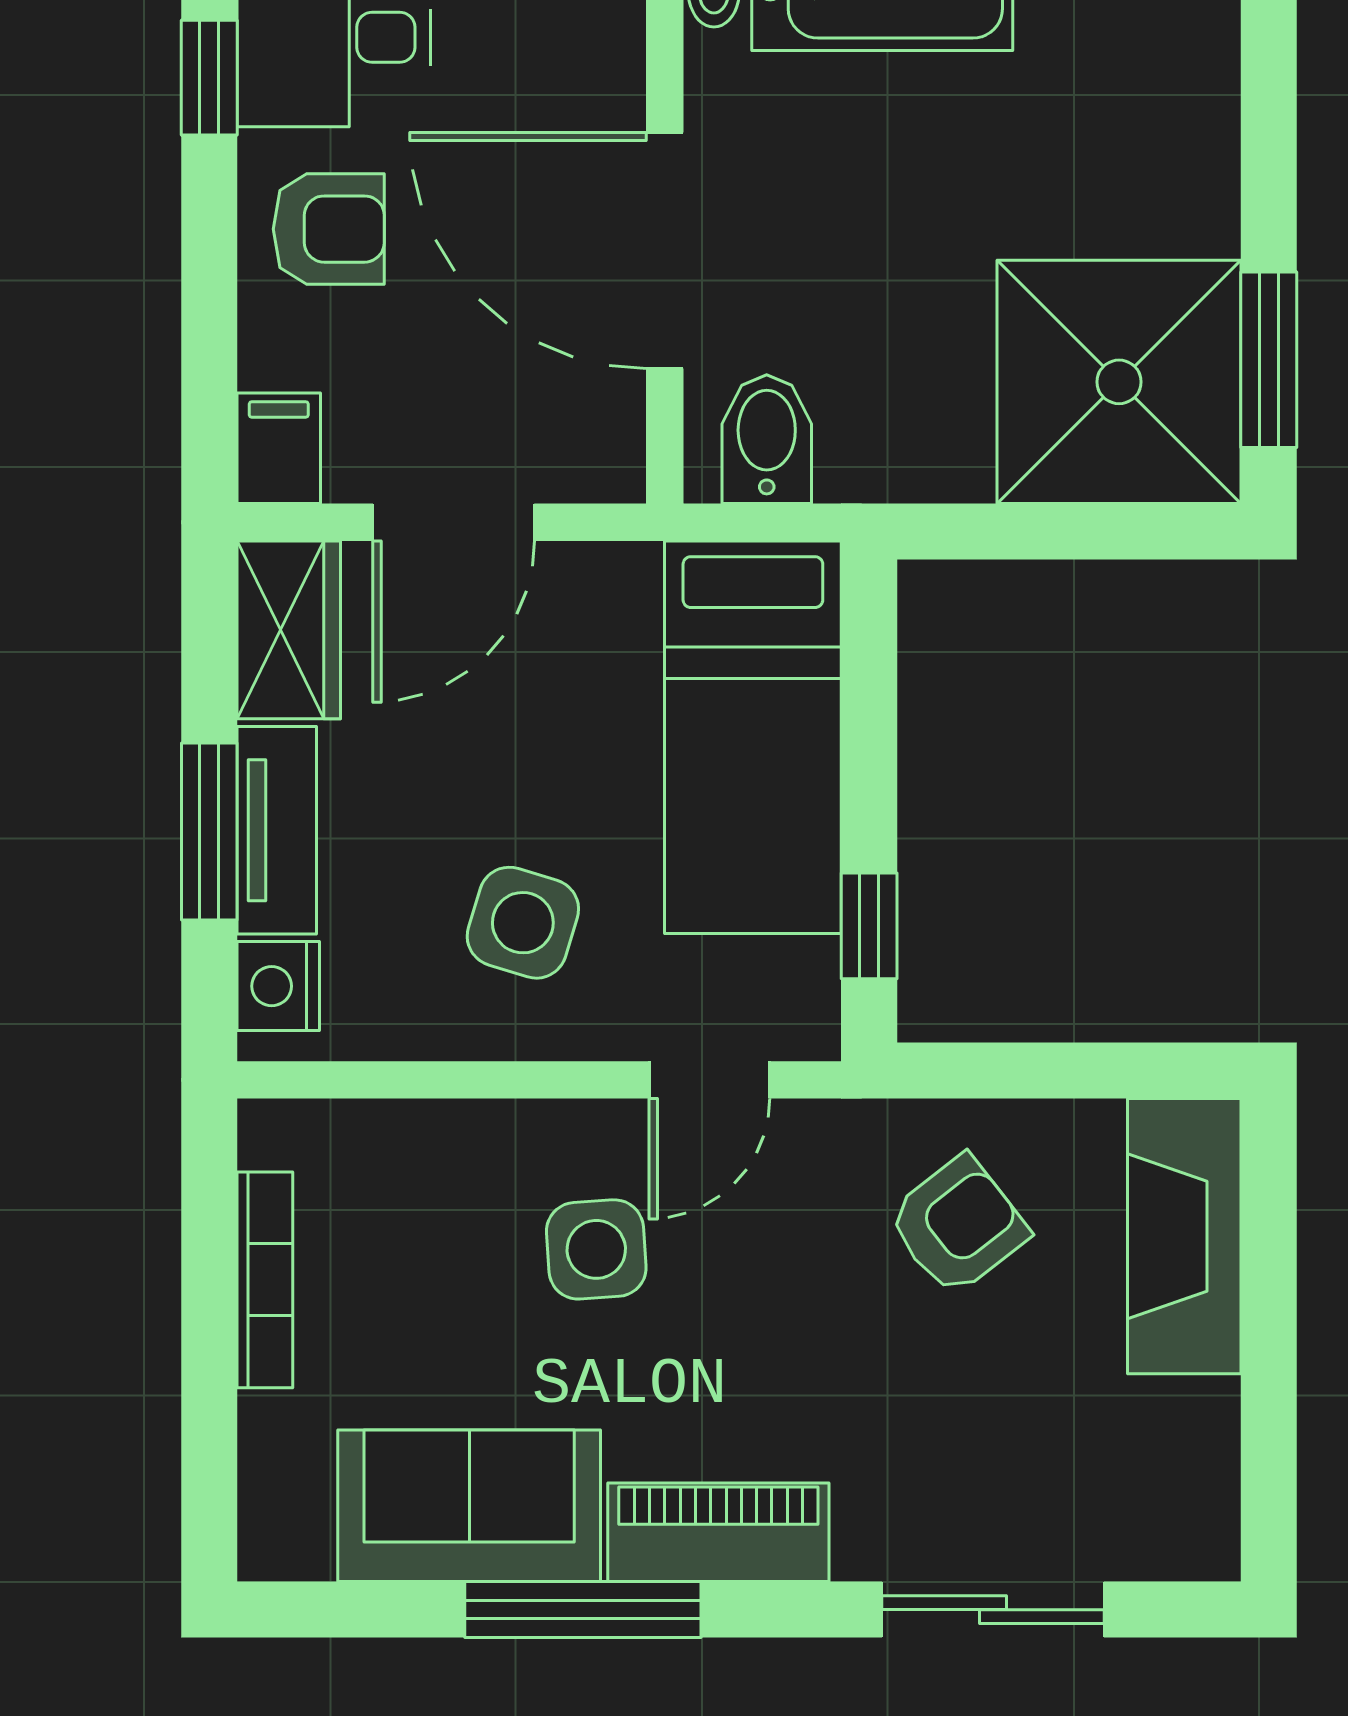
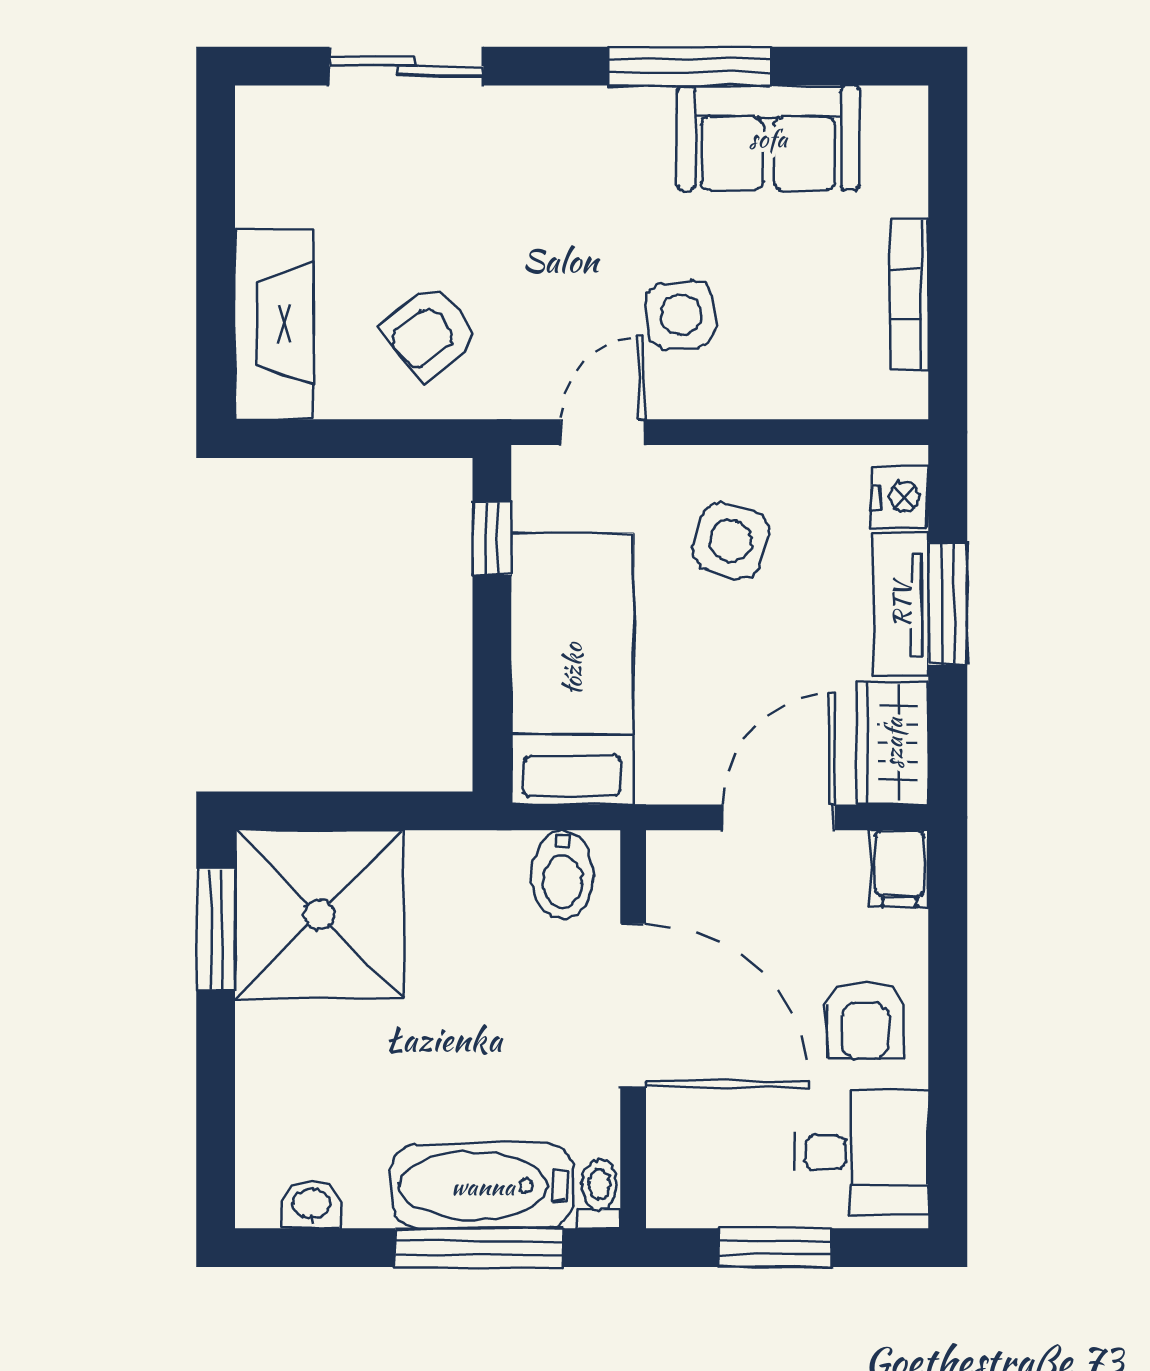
window: (209, 78) -> (948, 1125), removed
armchair: (329, 229) -> (865, 1020), turned -90
piano: (718, 1532) -> (596, 119), removed

